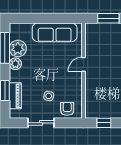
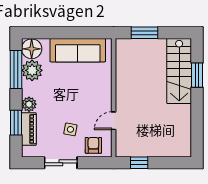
floor lamp: (17, 31) -> (32, 49), added
plant: (15, 64) -> (29, 104), moved
door: (83, 64) -> (114, 121), moved

